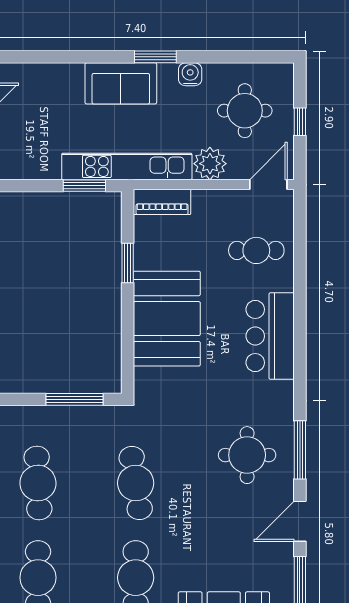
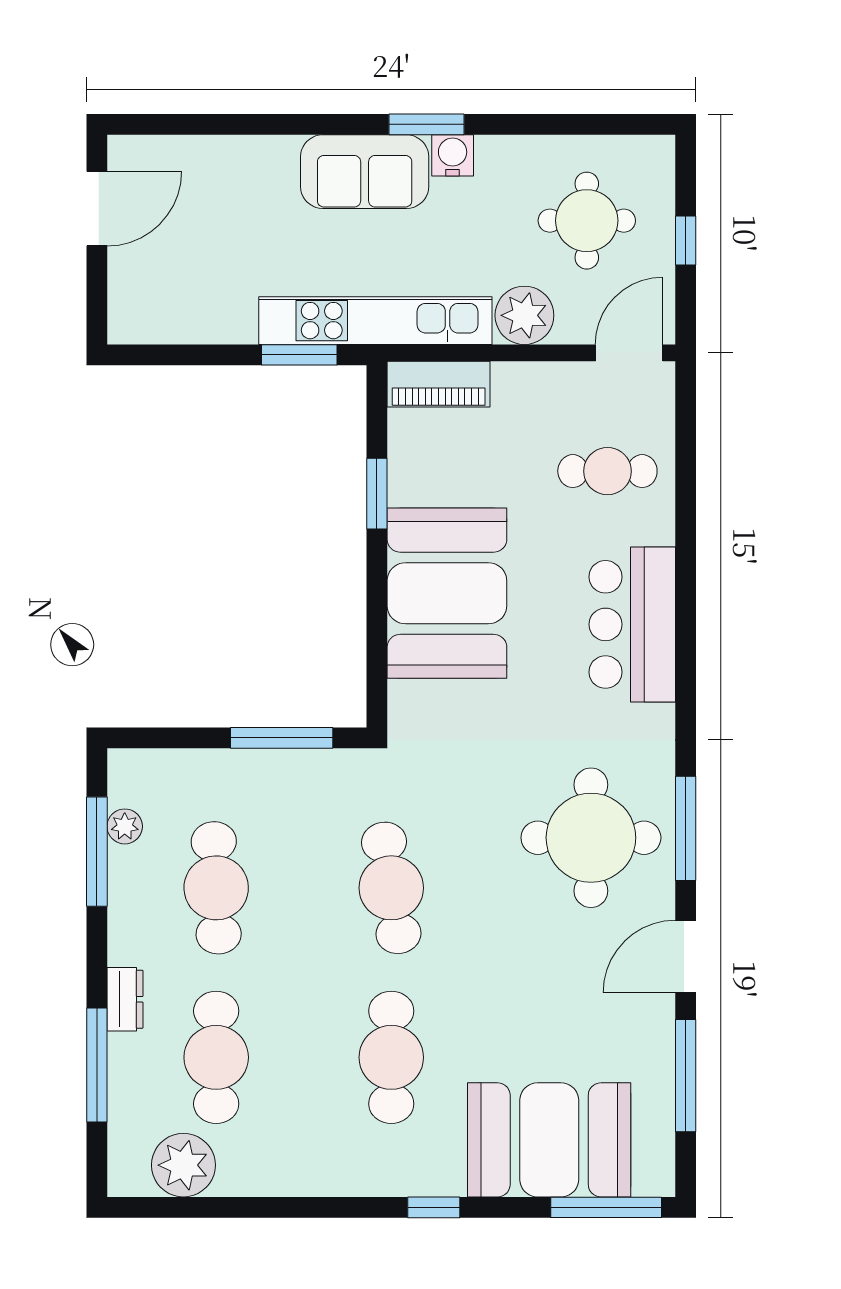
water cooler: (190, 74) -> (453, 155), moved
round table: (247, 455) -> (591, 838), width x1.36, depth x1.36

